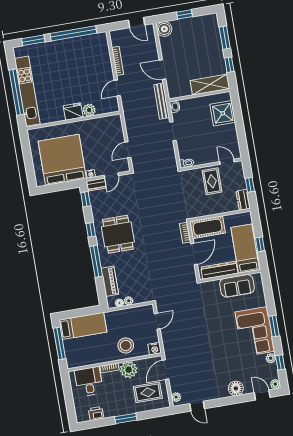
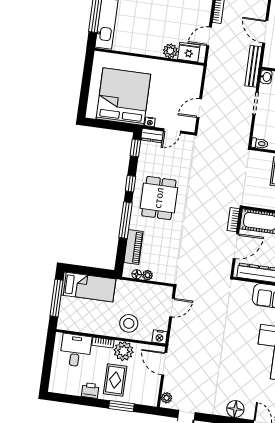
fridge: (73, 112) -> (189, 52), moved
door: (165, 370) -> (164, 364), hinge flipped
rug: (148, 392) -> (115, 380), moved, turned 90
printer: (96, 413) -> (90, 390), moved
window: (126, 418) -> (121, 406), moved

